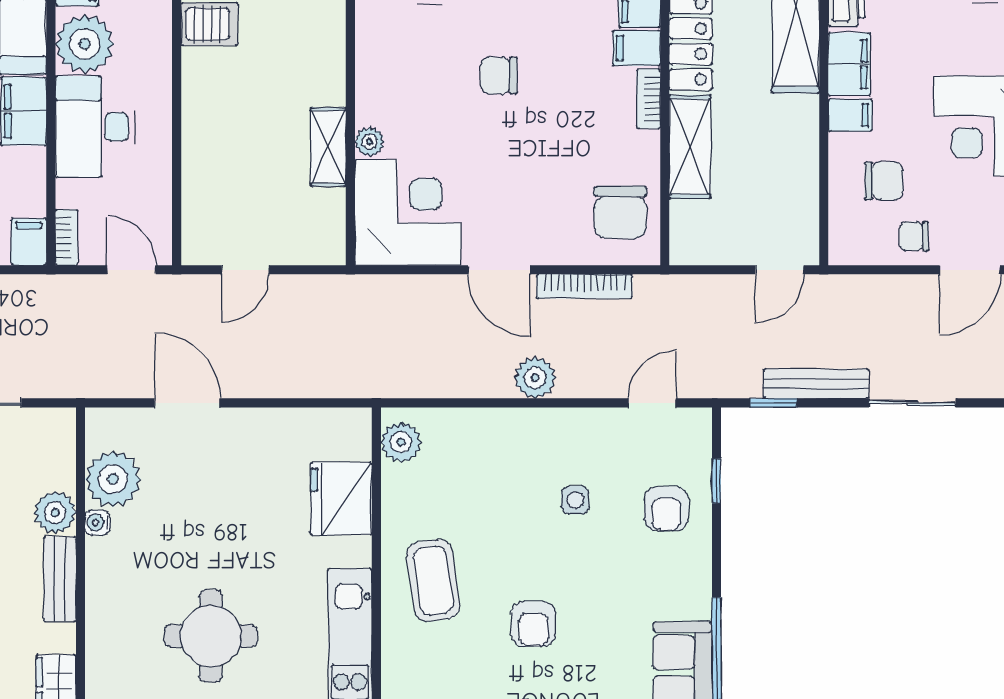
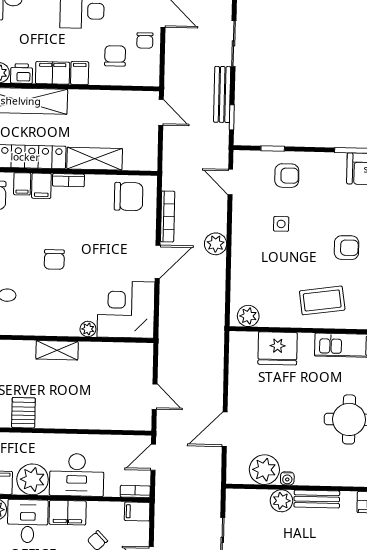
shelving: (328, 147) -> (57, 350), moved

